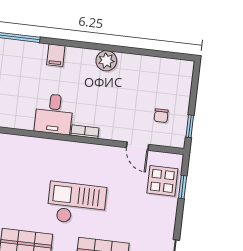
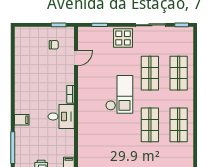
plant: (106, 61) -> (21, 86), removed
display table: (162, 181) -> (123, 38), moved
checkout: (77, 204) -> (119, 94), turned 180

